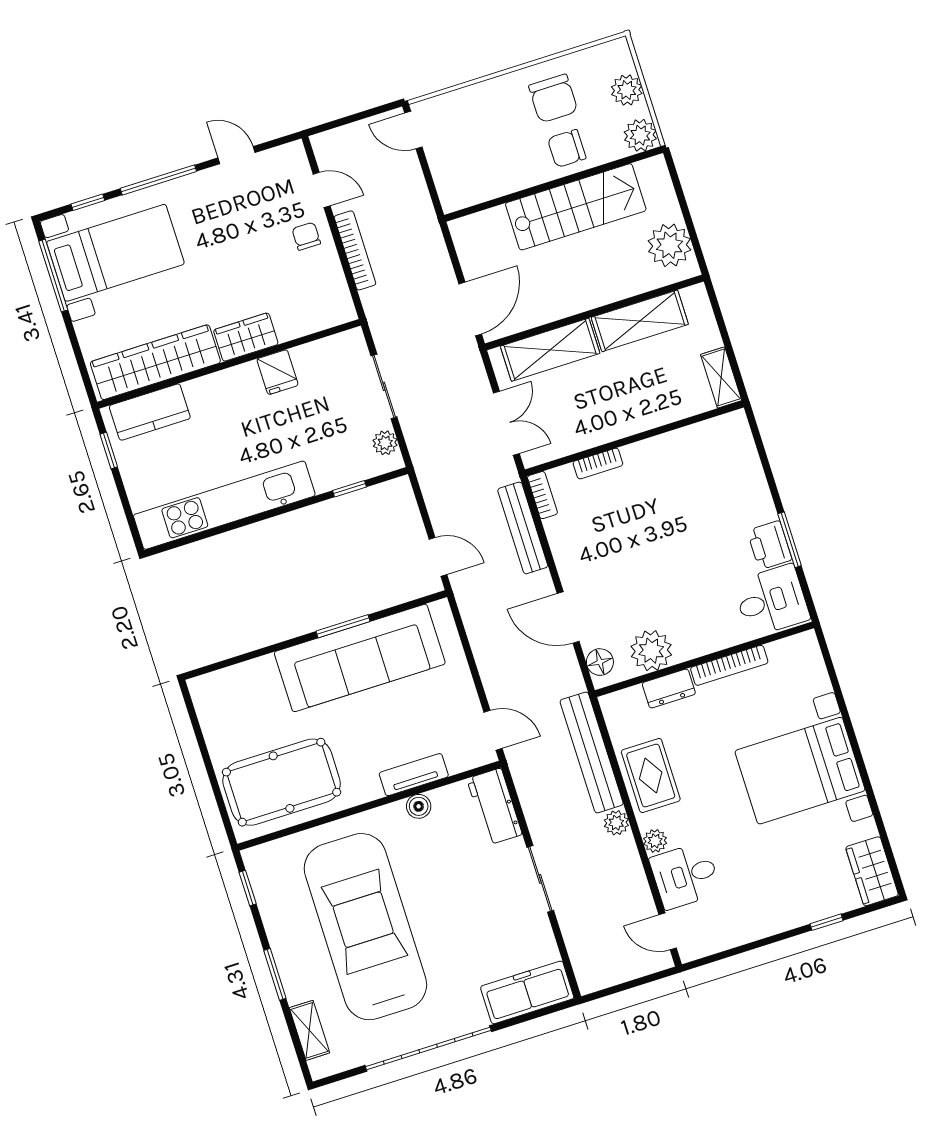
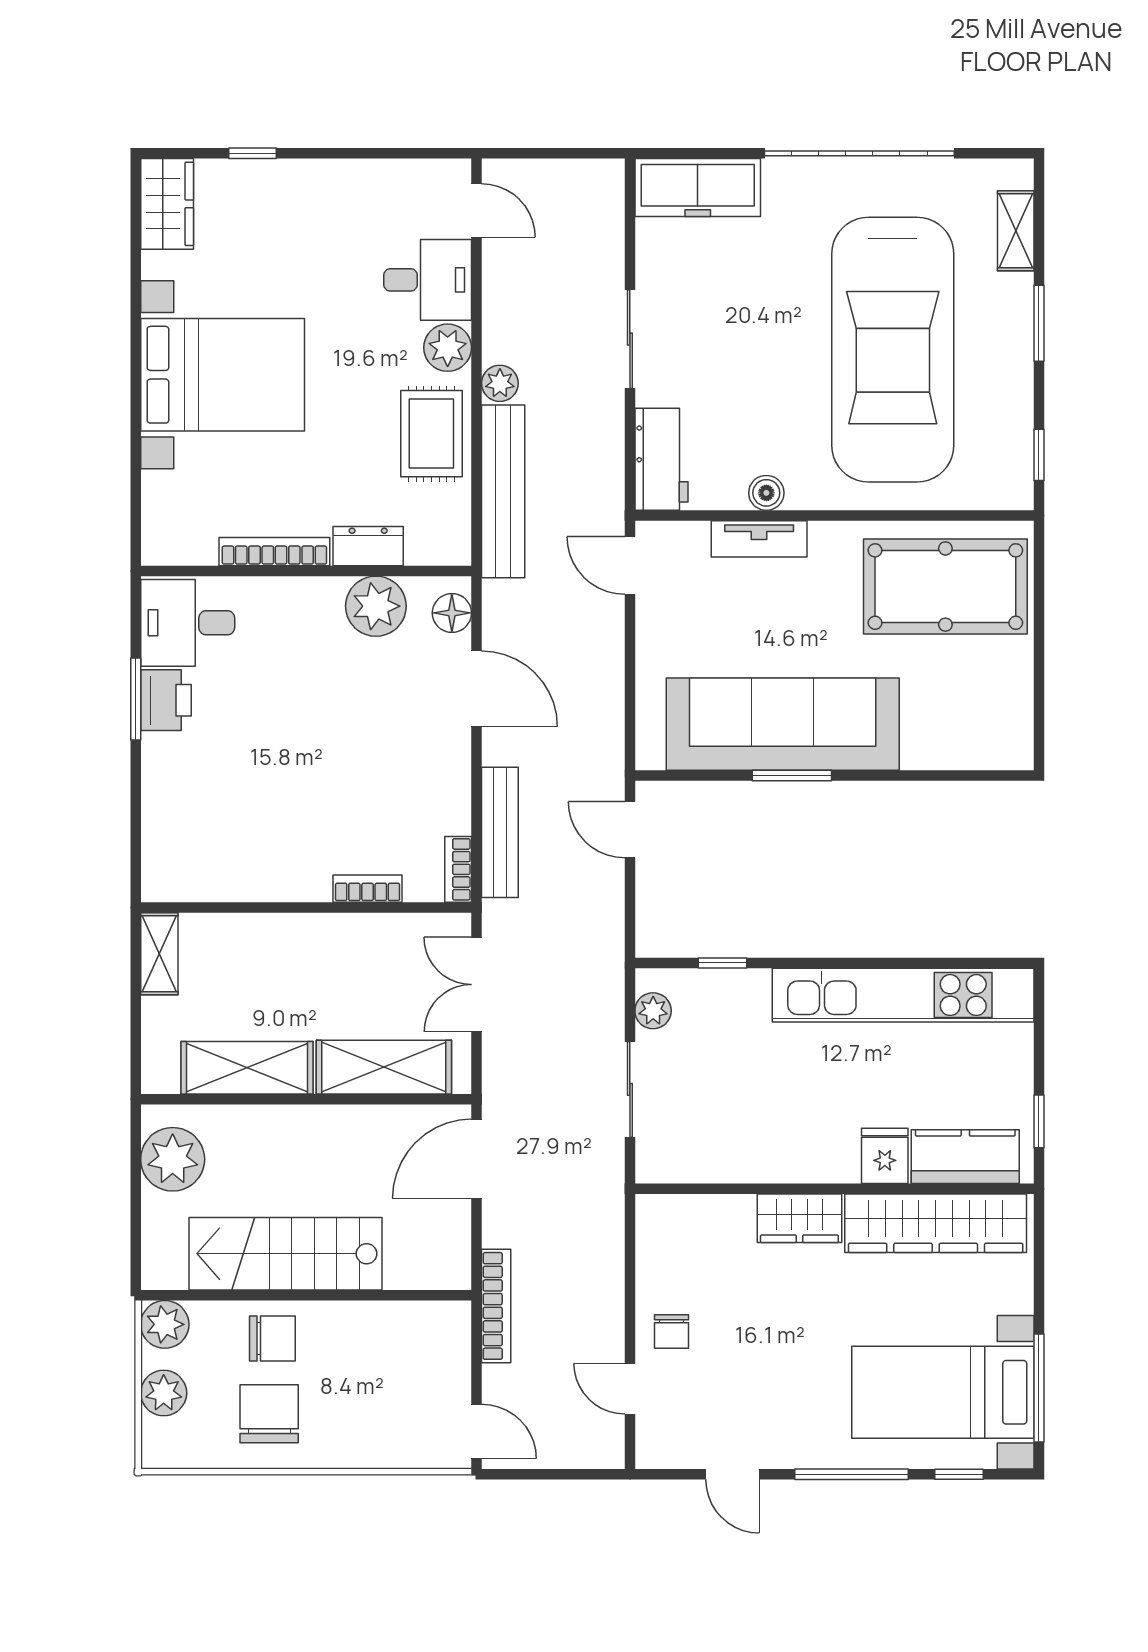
bookcase: (355, 250) -> (496, 1306), moved, turned 180
fridge: (278, 372) -> (885, 1156), moved
plant: (655, 841) -> (448, 348), width x1.38, depth x1.38

